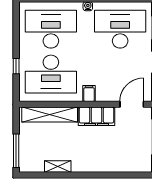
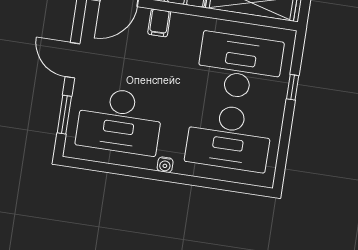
filing cabinet: (89, 93) -> (159, 23), moved

